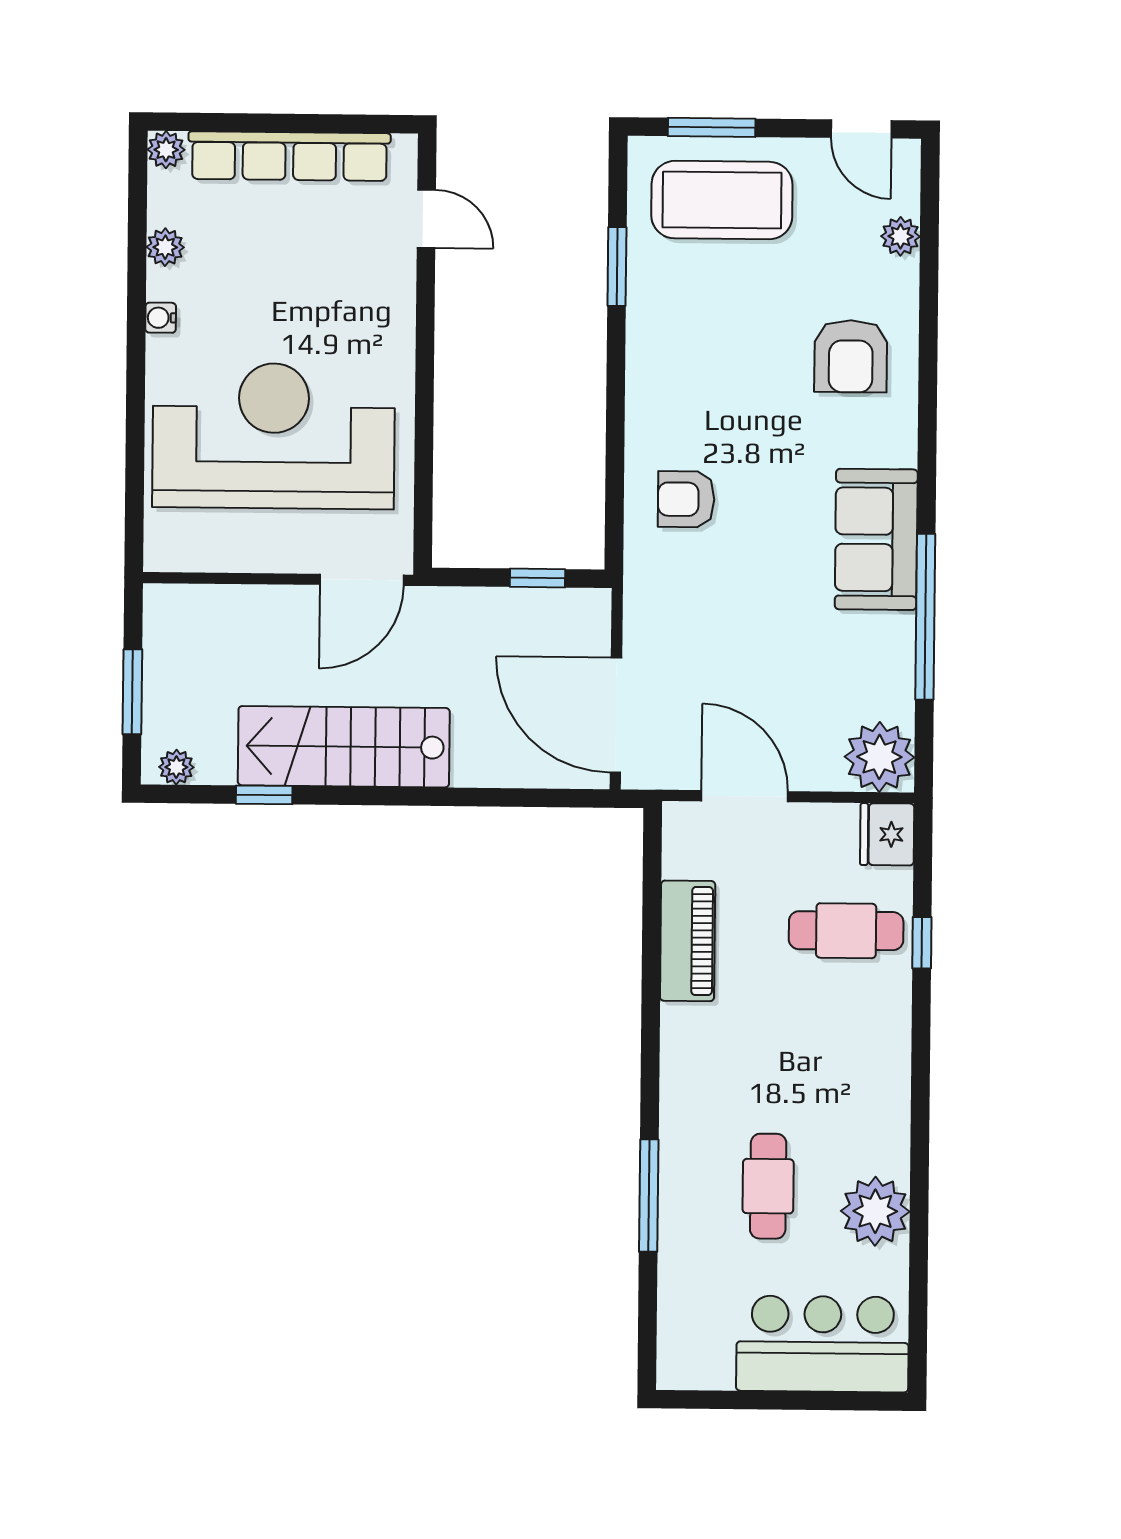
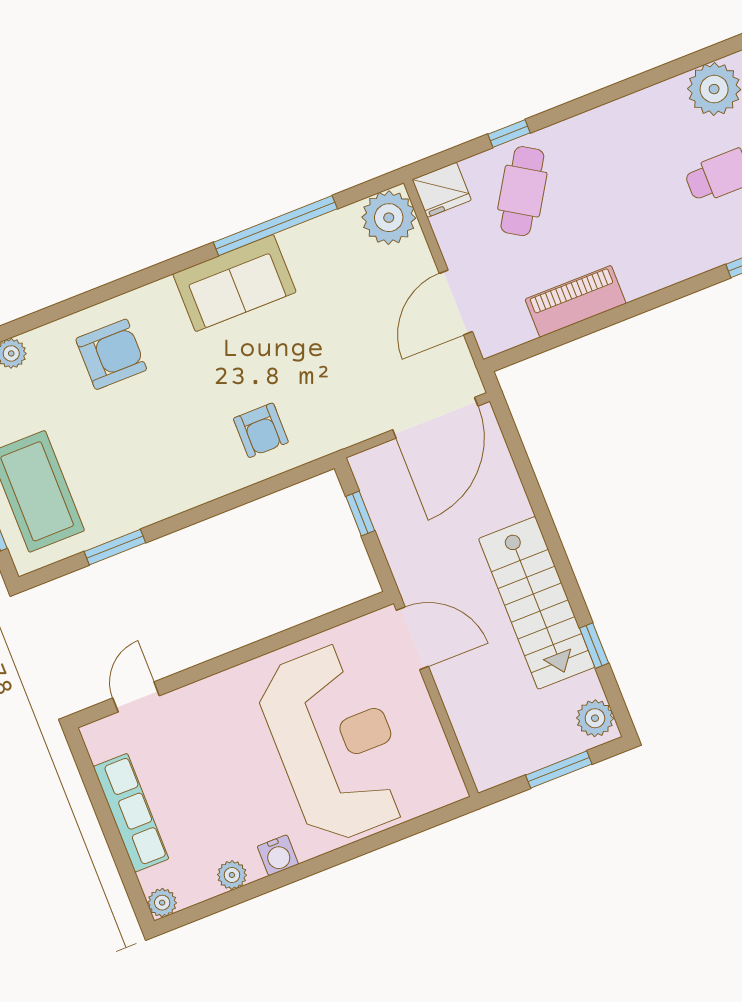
row of seats: (289, 156) -> (131, 813), width x0.73
water cooler: (161, 318) -> (278, 855), width x1.38, depth x1.38
reception desk: (274, 436) -> (335, 743), turned 180
plant: (176, 767) -> (595, 718), width x1.38, depth x1.38
cafe table: (846, 931) -> (522, 191), turned 32

